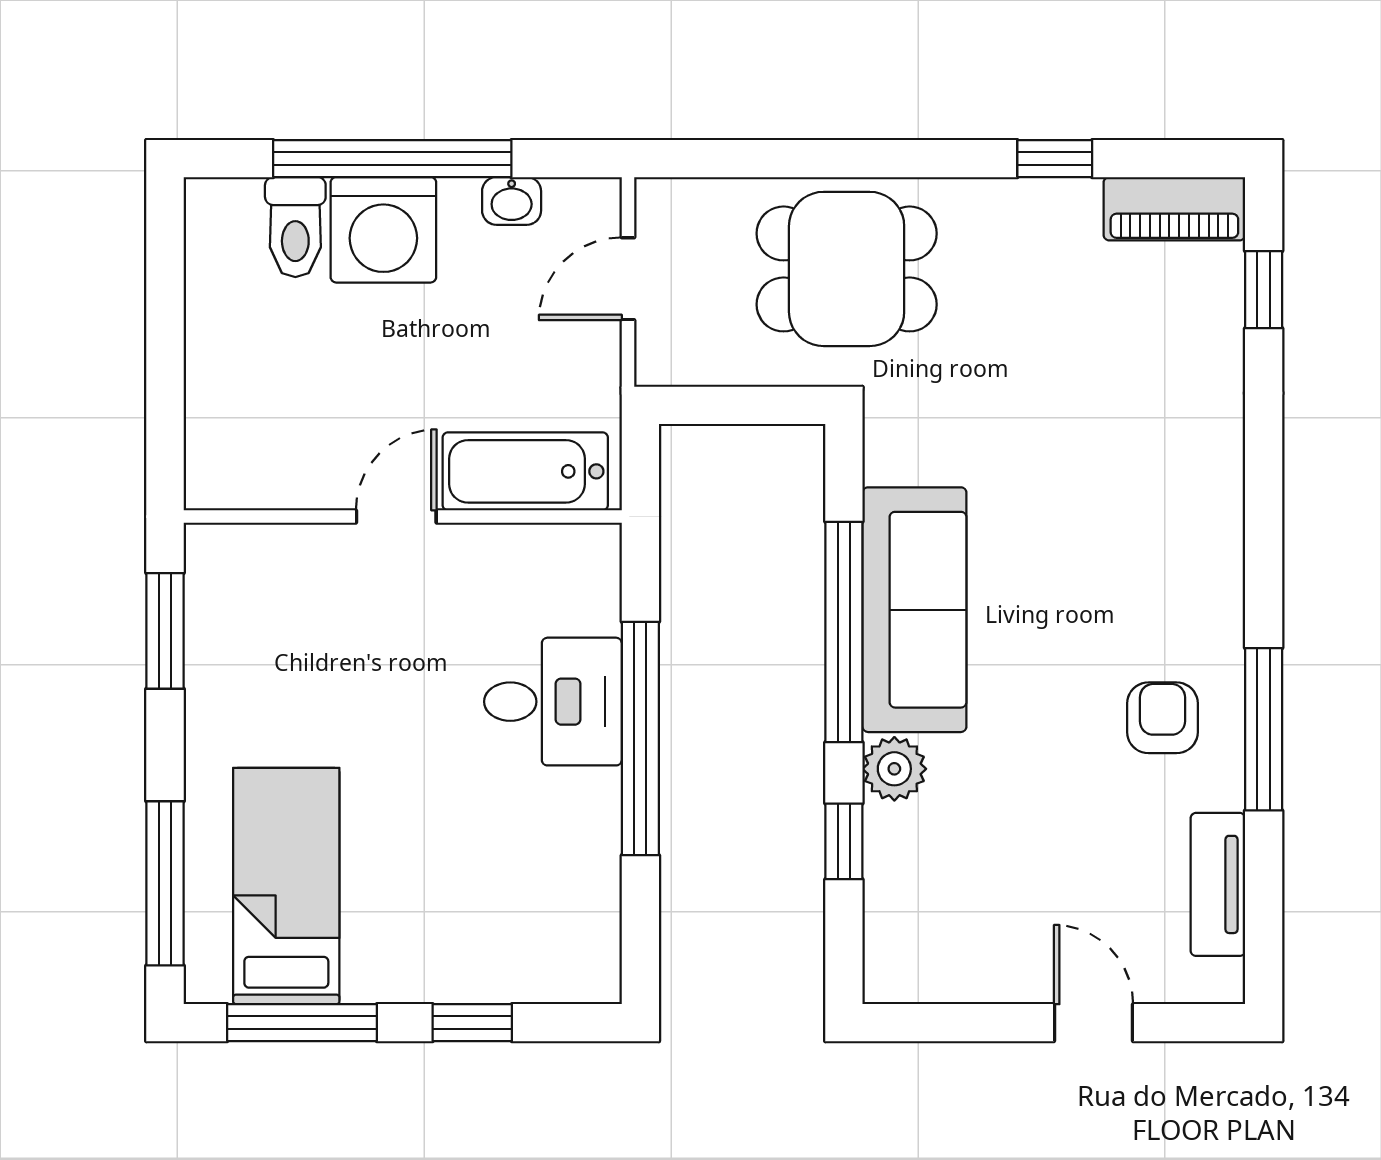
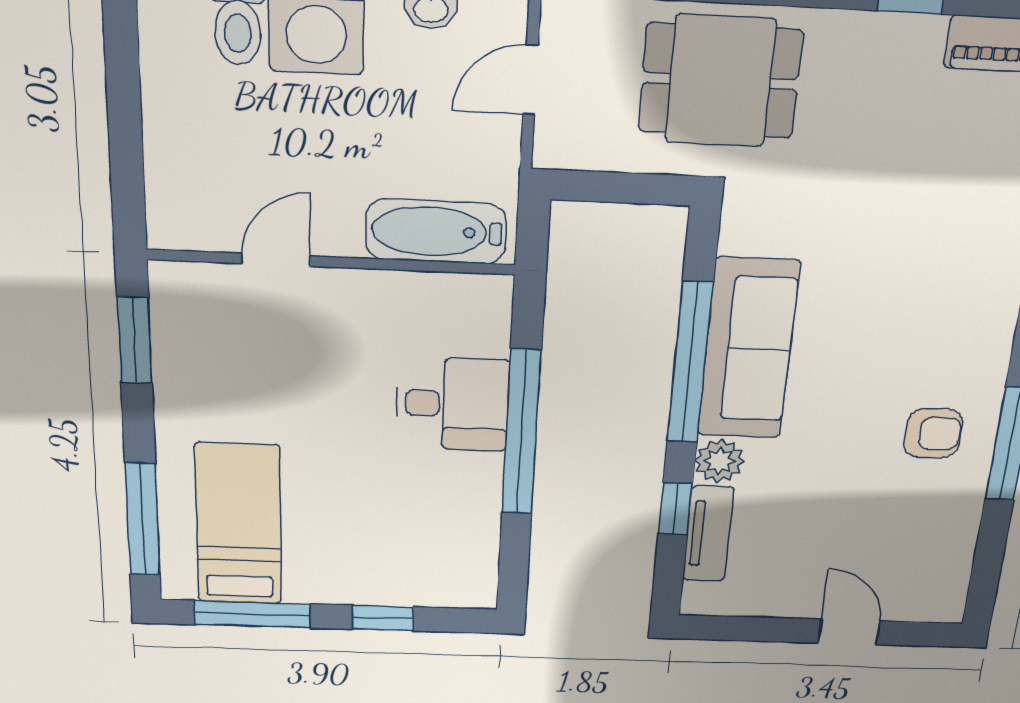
door: (396, 517) -> (276, 260), moved
armchair: (1162, 718) -> (933, 433), turned 90
tv unit: (1218, 884) -> (708, 534), moved, turned 180

